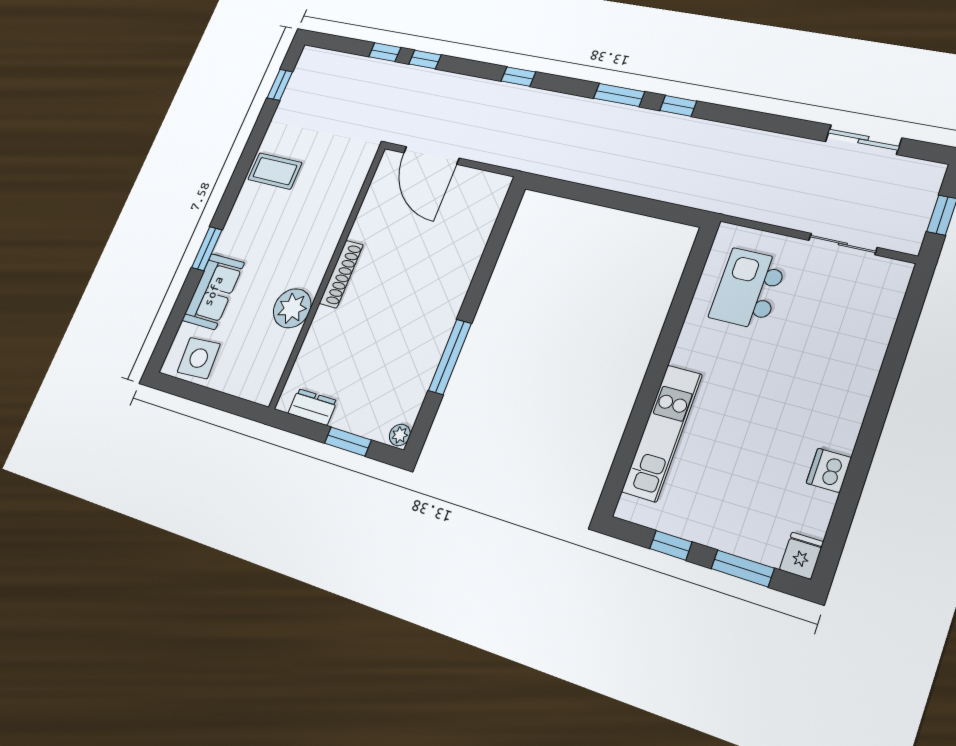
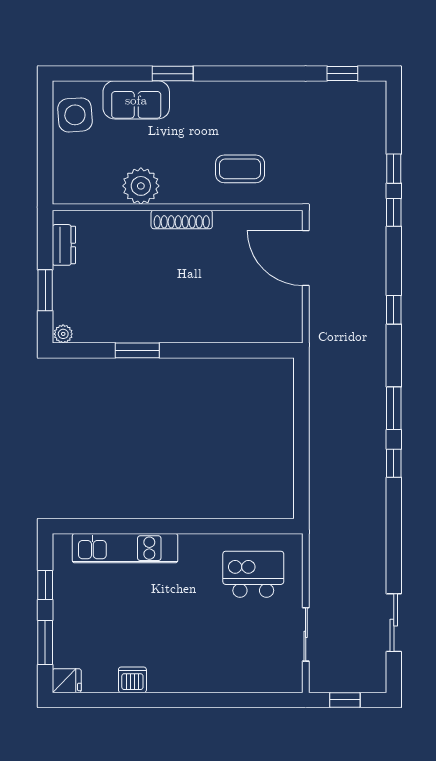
door: (431, 155) -> (306, 258), hinge flipped
coffee table: (275, 171) -> (240, 169), moved, turned 90
window: (450, 357) -> (137, 350), width x0.69

